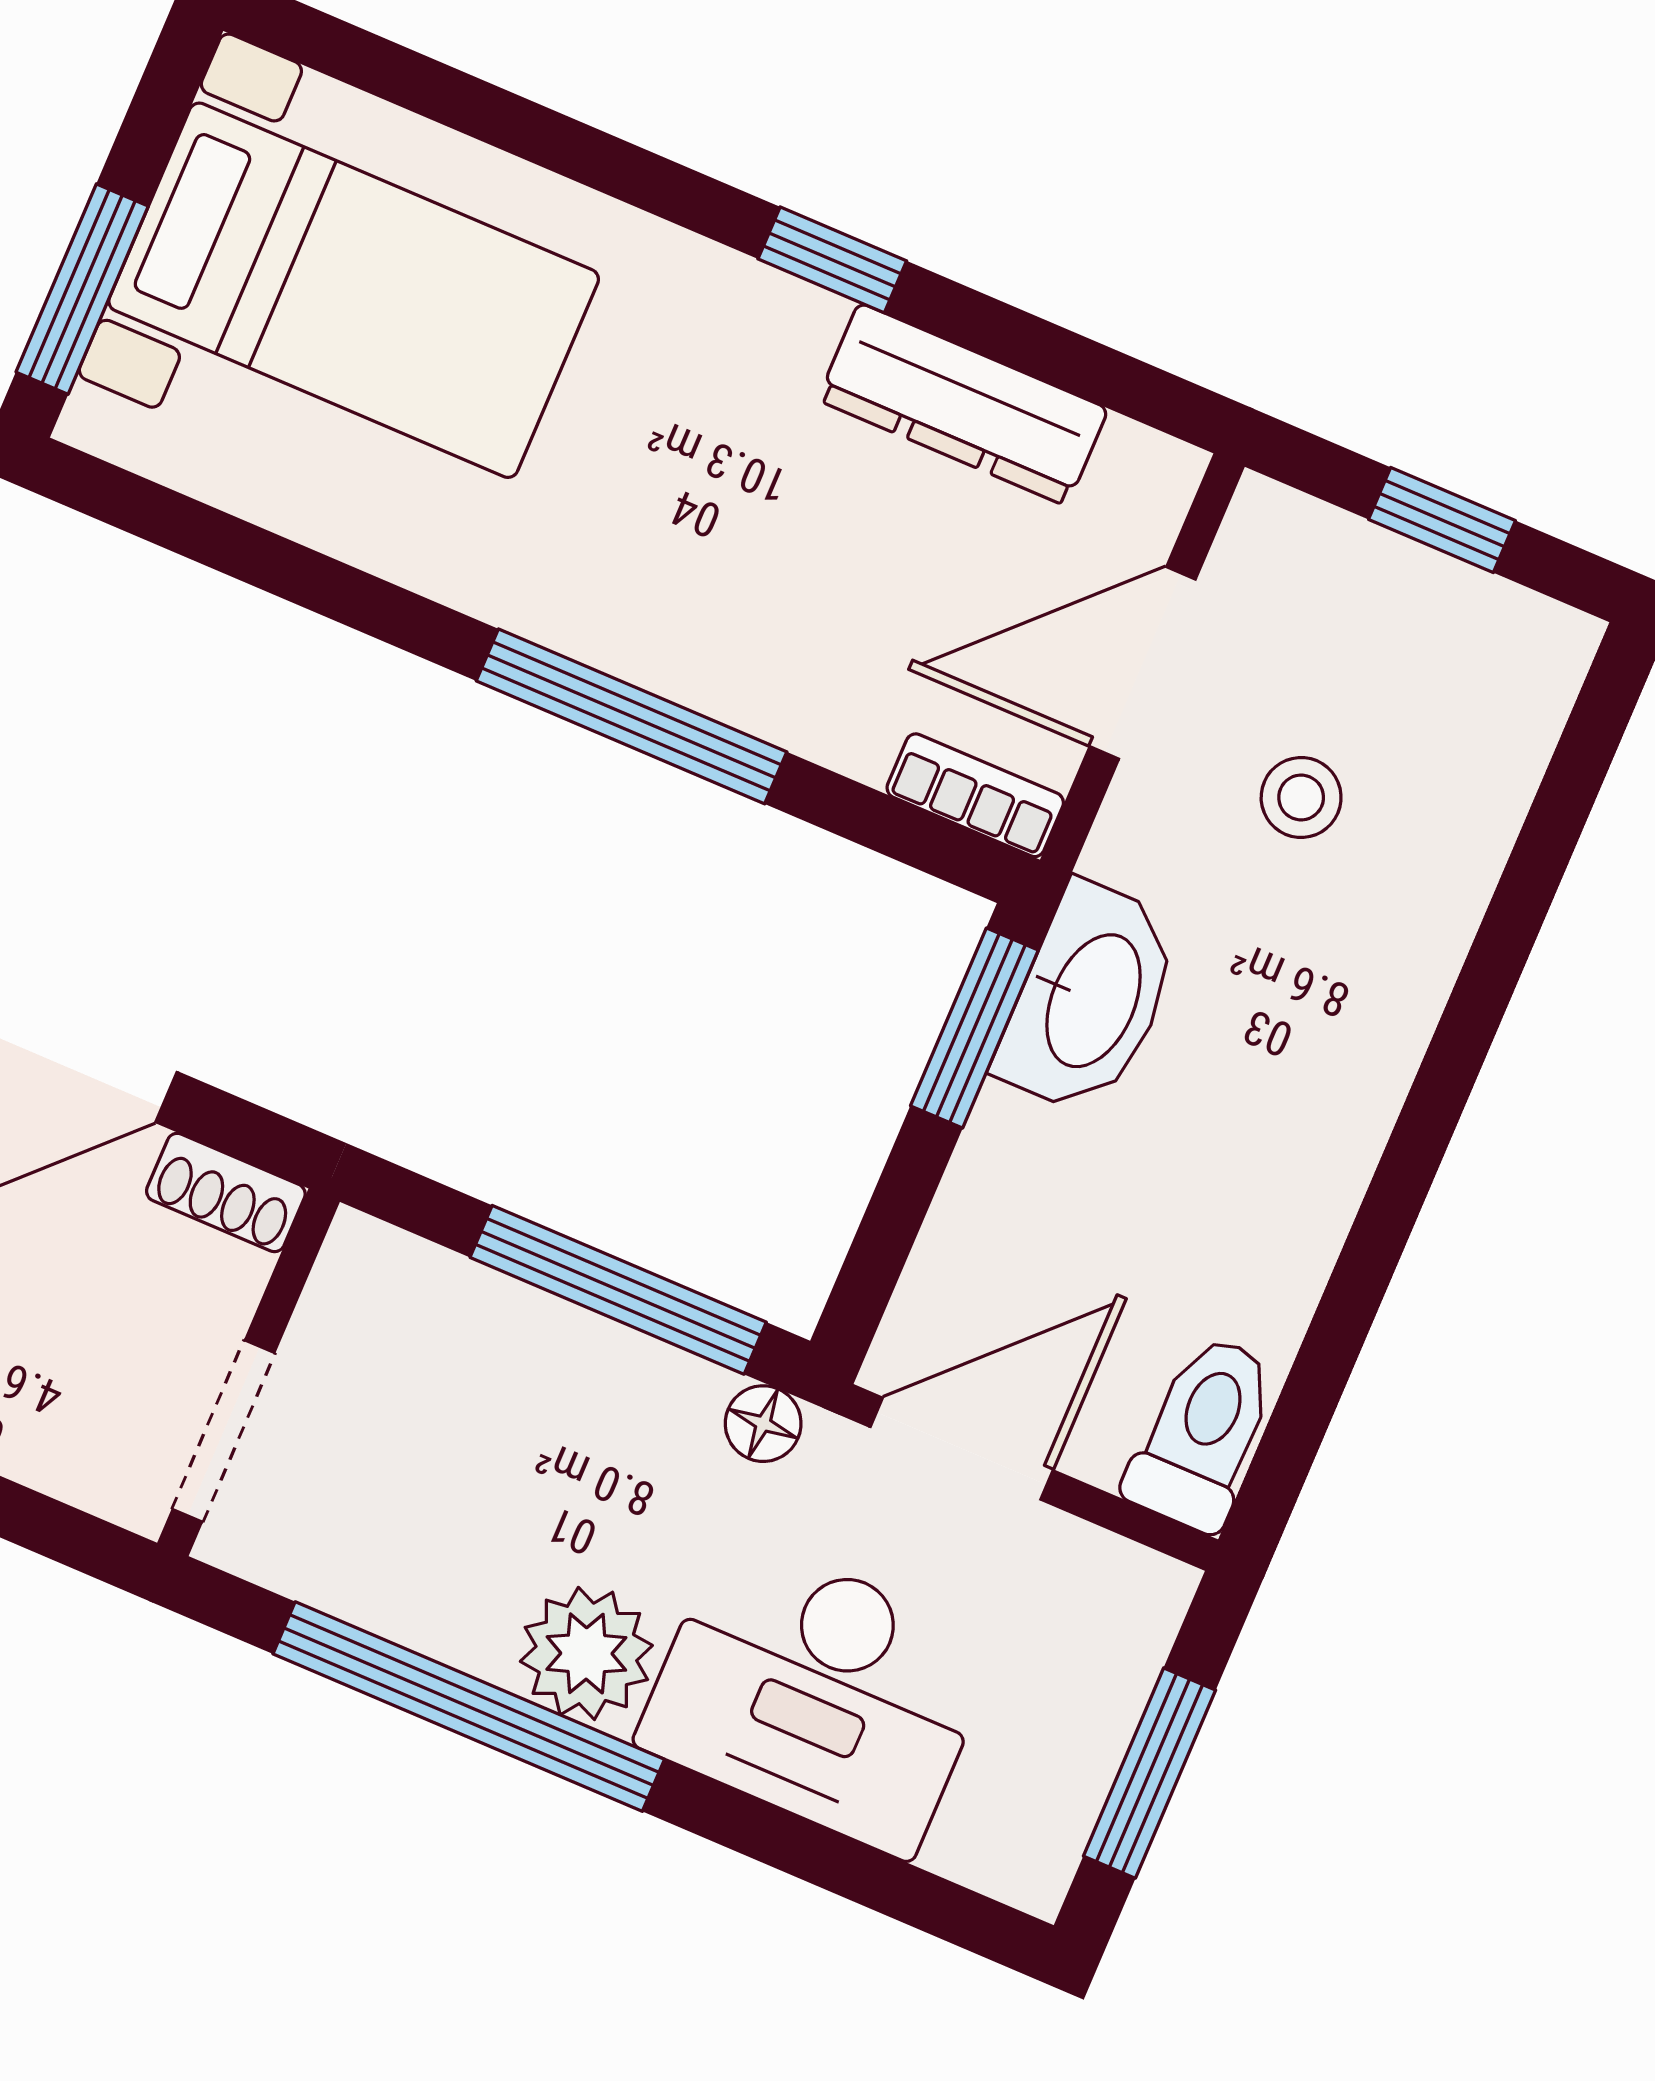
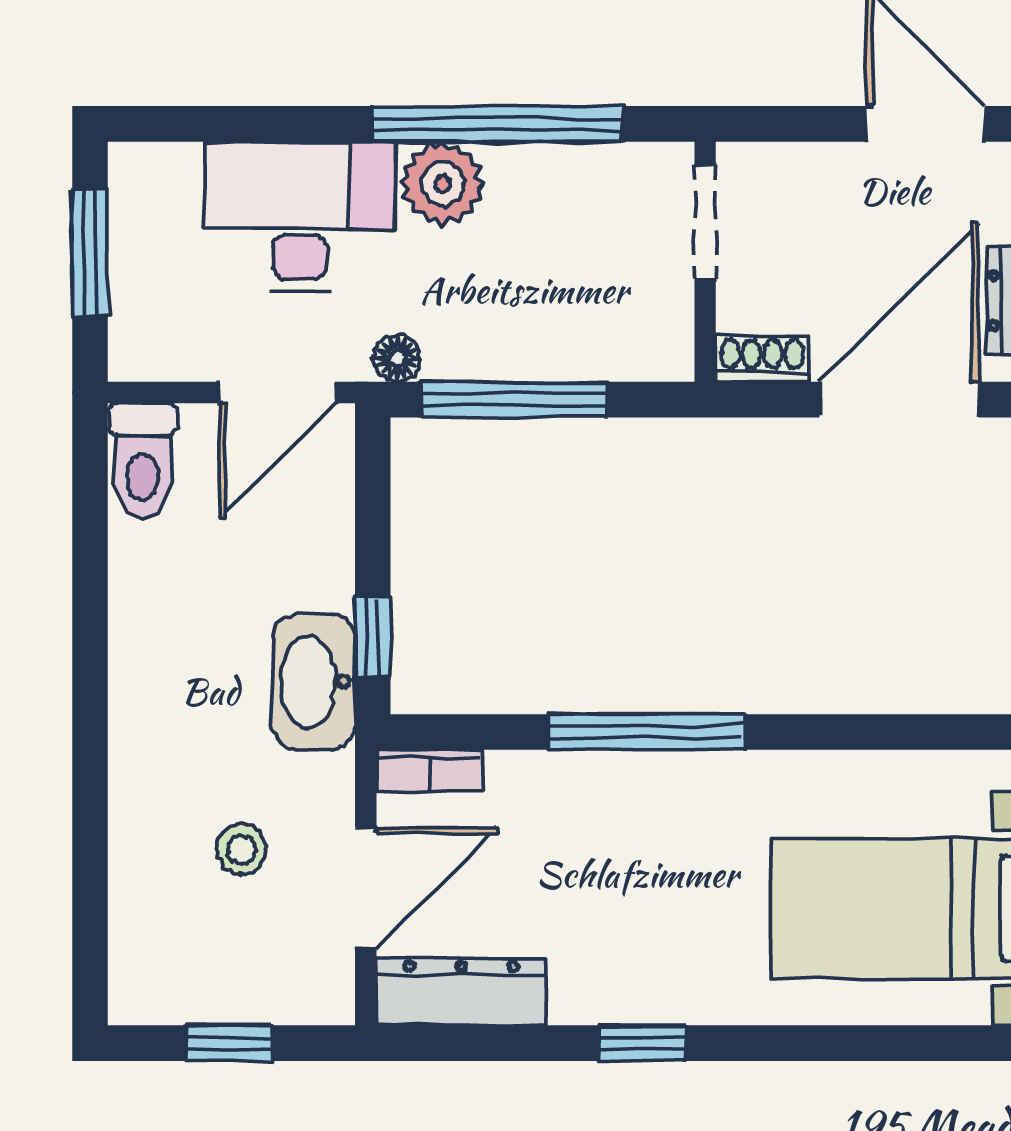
dresser: (963, 404) -> (461, 992), moved
window: (974, 1028) -> (373, 637), width x0.67

